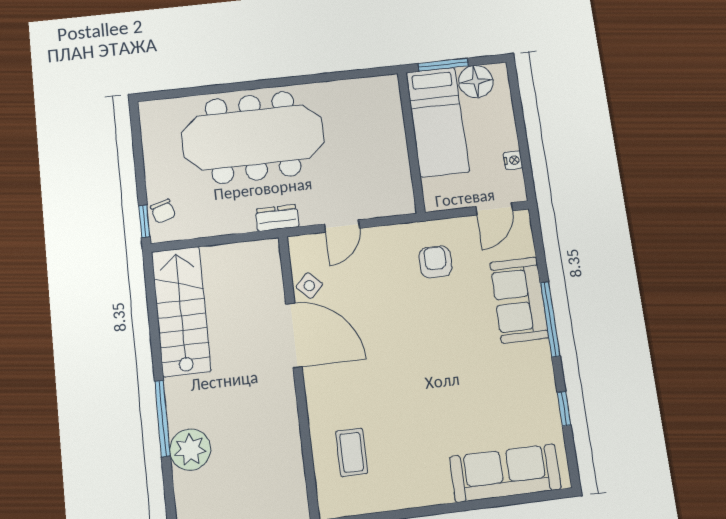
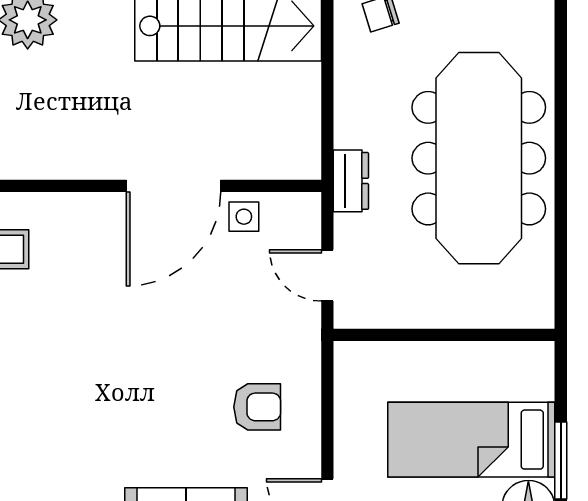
wall: (411, 142) -> (444, 335), moved
side table: (309, 286) -> (244, 217), turned 45

